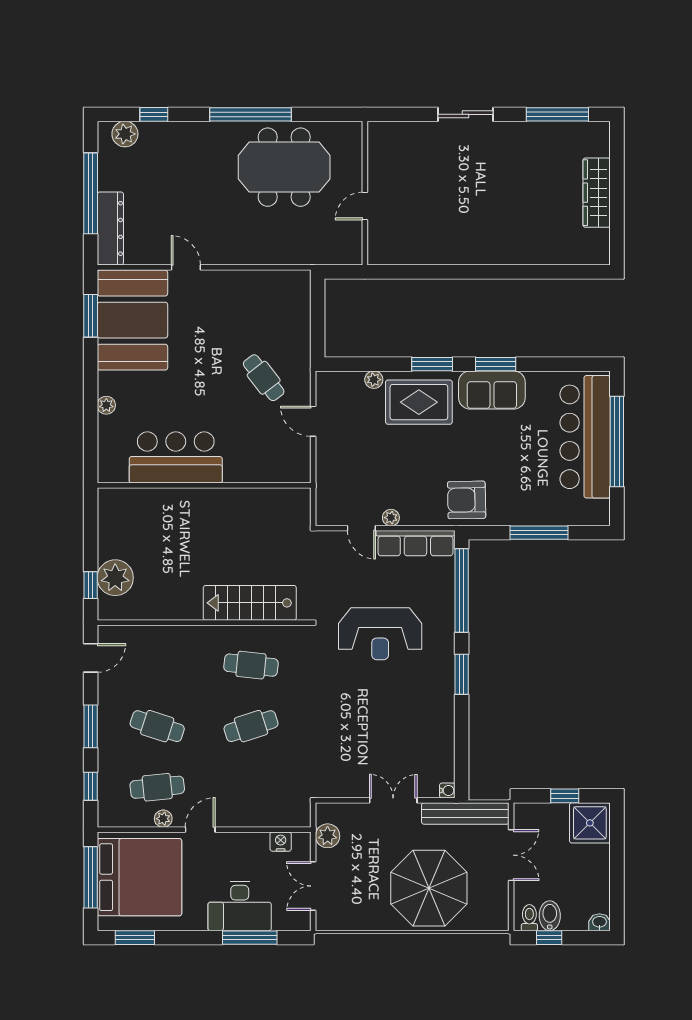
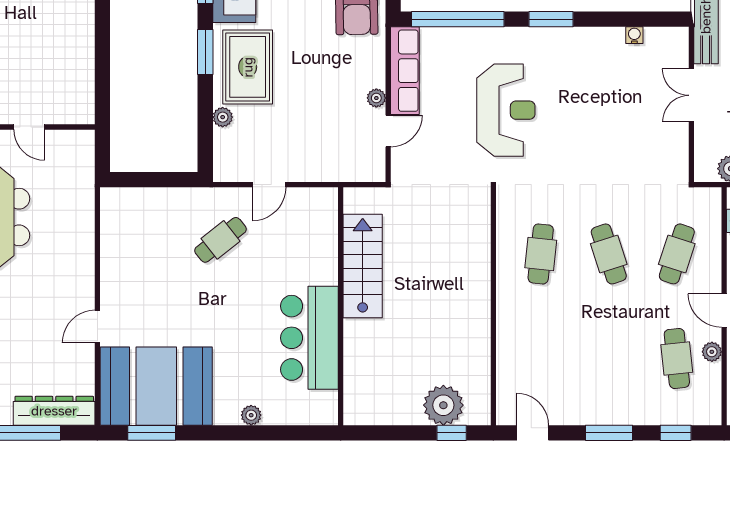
stairs: (250, 603) -> (363, 266), moved, turned 180
cafe table: (157, 726) -> (677, 254), moved
water cooler: (447, 791) -> (634, 35), moved

